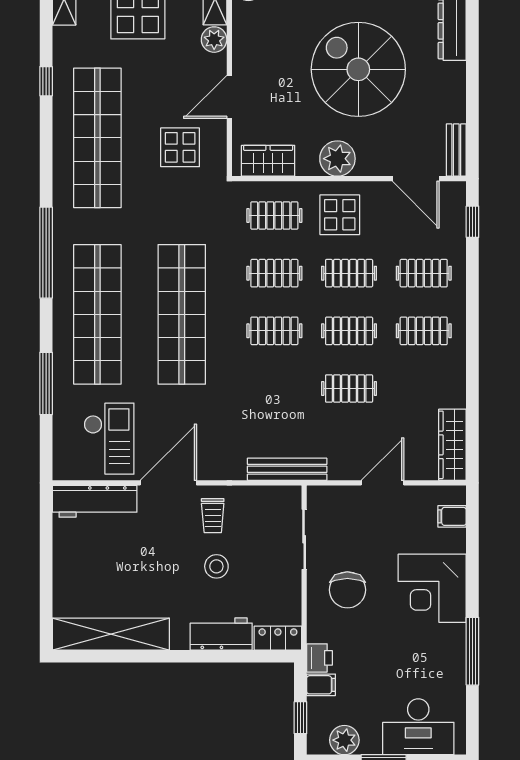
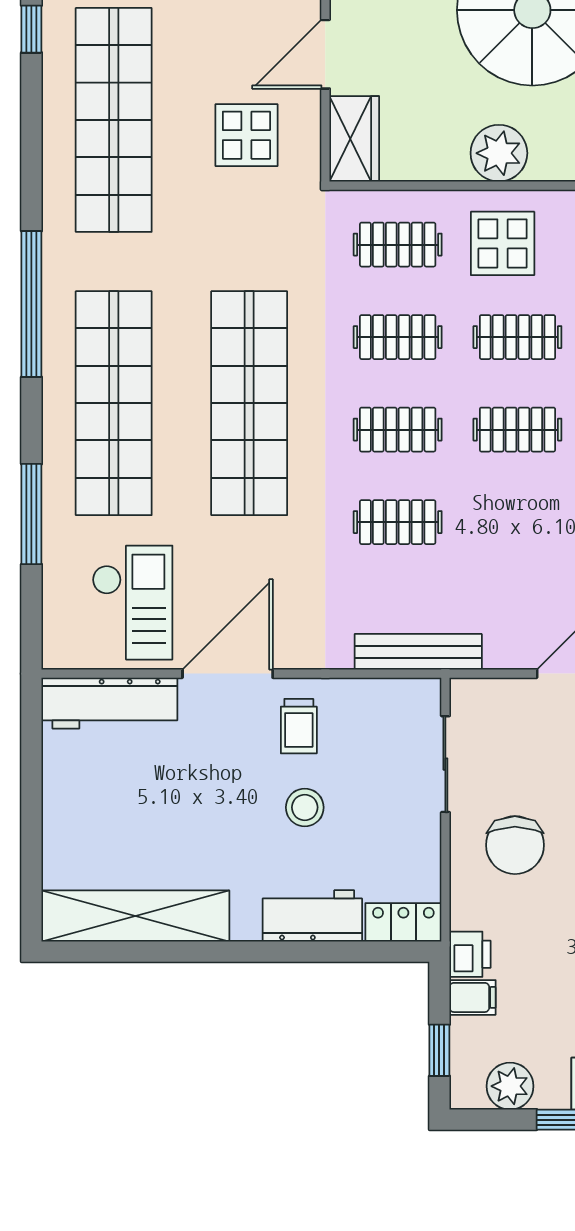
wardrobe: (268, 161) -> (354, 139), moved, turned 90
clothes rail: (349, 389) -> (398, 522), moved

